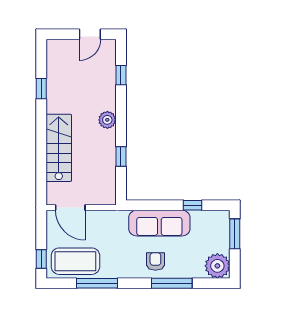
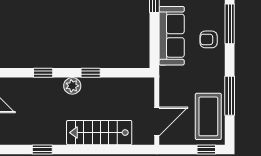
window: (121, 75) -> (43, 73), moved
window: (121, 157) -> (91, 73), moved

